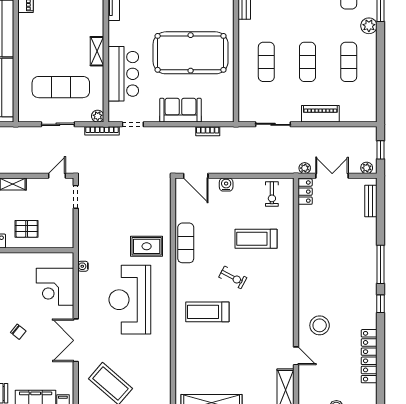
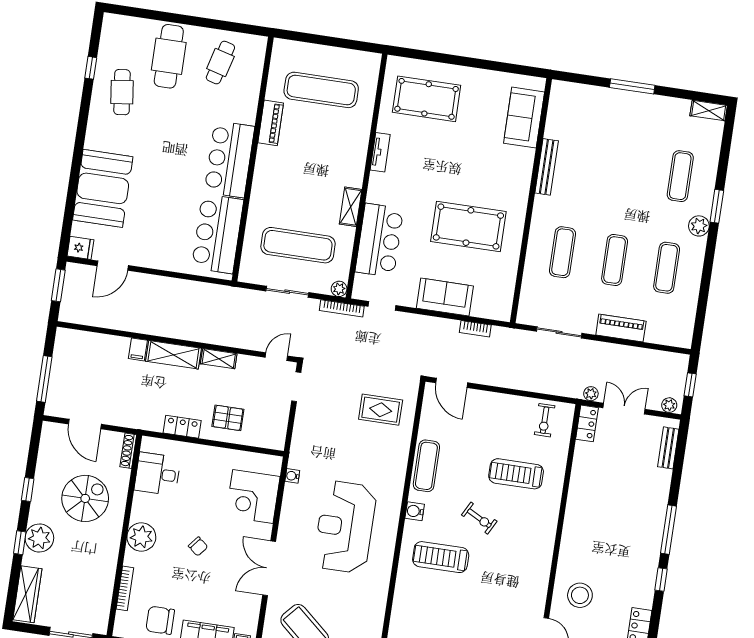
pool table: (191, 53) -> (468, 226), width x0.73, depth x0.76
water cooler: (226, 185) -> (415, 511), moved, turned -90
rug: (147, 246) -> (381, 410), moved

